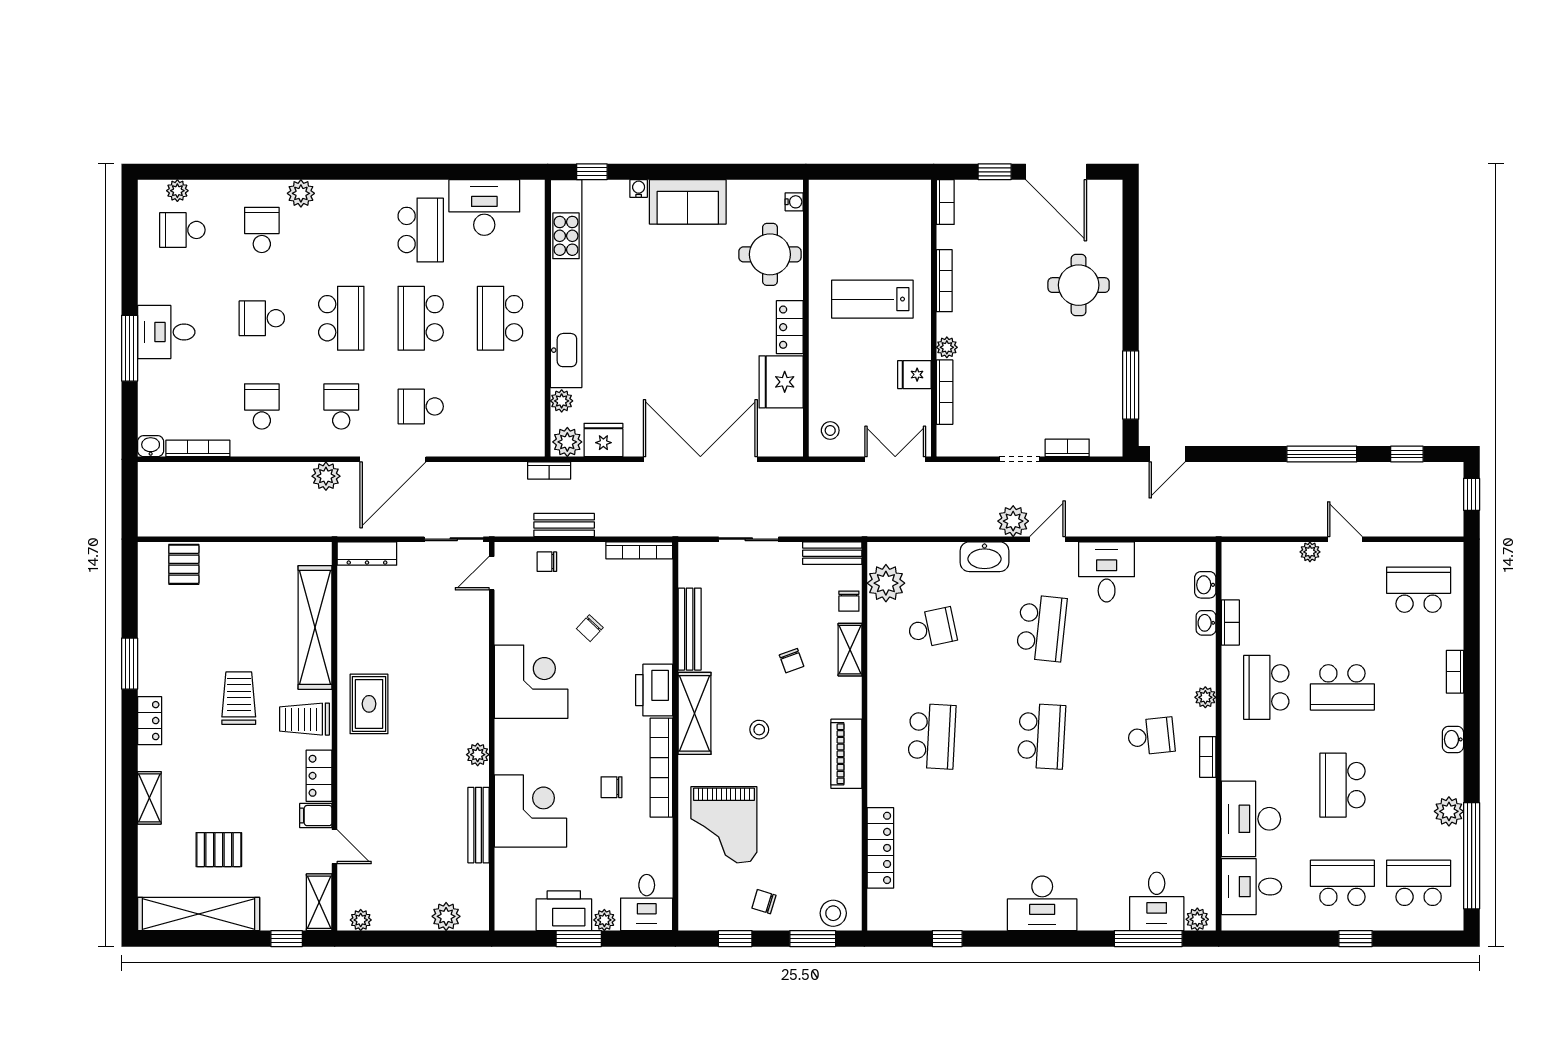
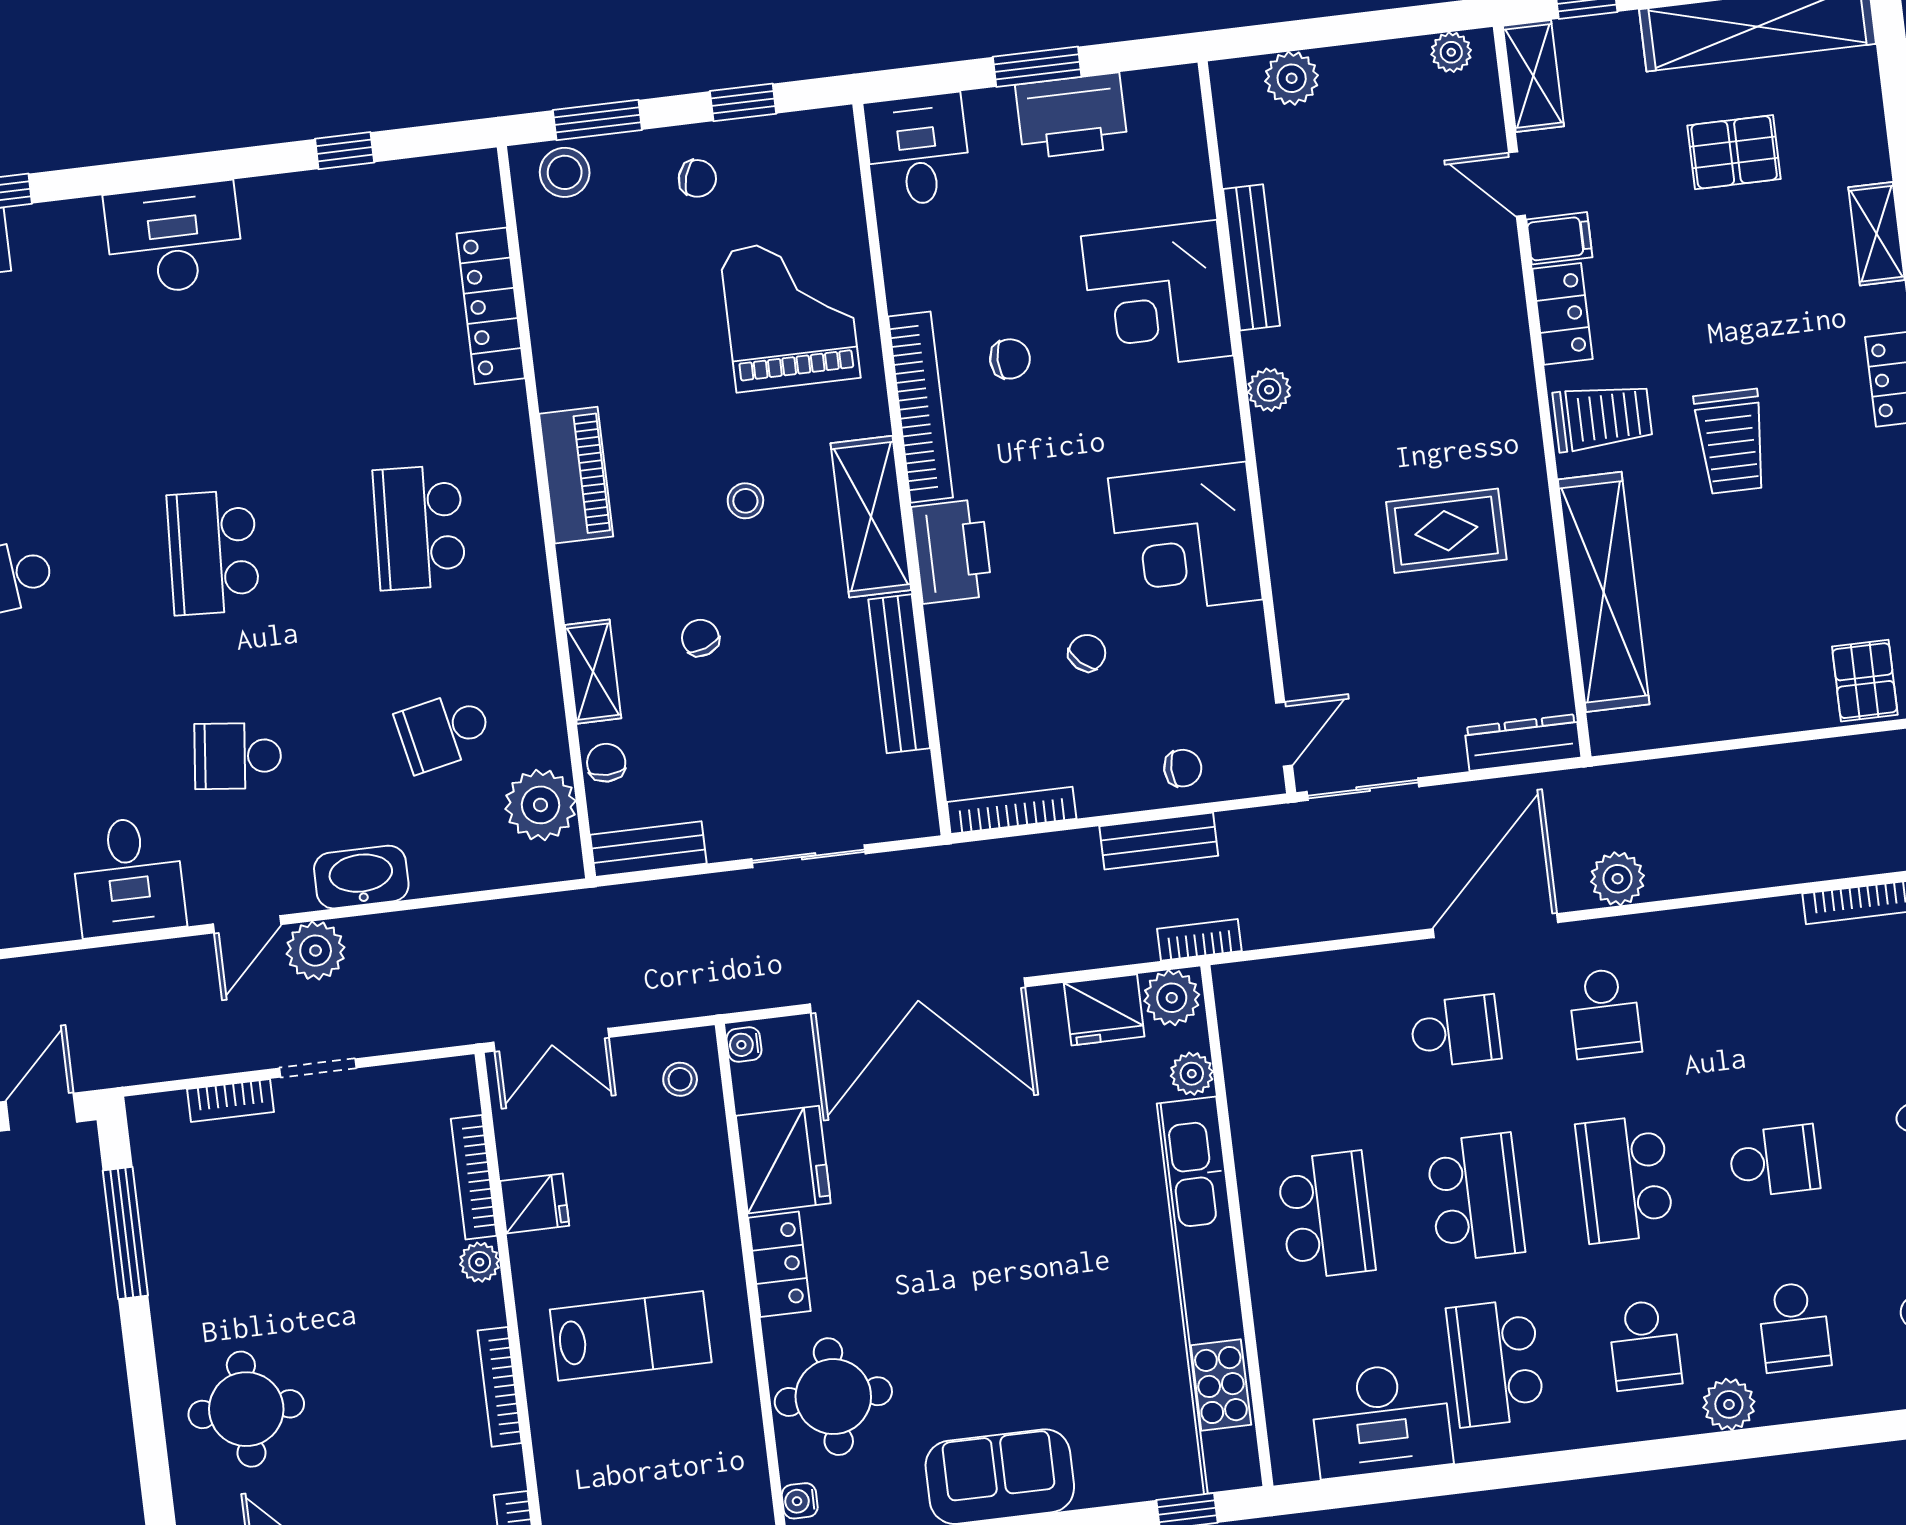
water cooler: (639, 189) -> (744, 1045), moved, turned 90
school desk: (262, 406) -> (1645, 1345), moved
school desk: (1042, 628) -> (238, 756), width x0.54
rug: (369, 704) -> (1446, 531), moved, turned 90
plant: (604, 920) -> (993, 108), removed

